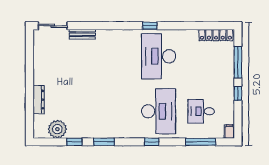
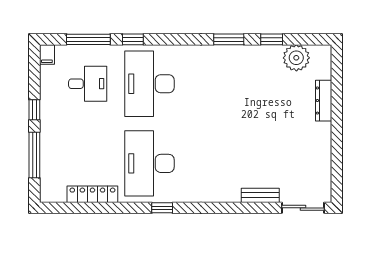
locker: (216, 35) -> (92, 194), moved
desk: (159, 56) -> (149, 163), turned 180
window: (152, 142) -> (133, 39), moved

